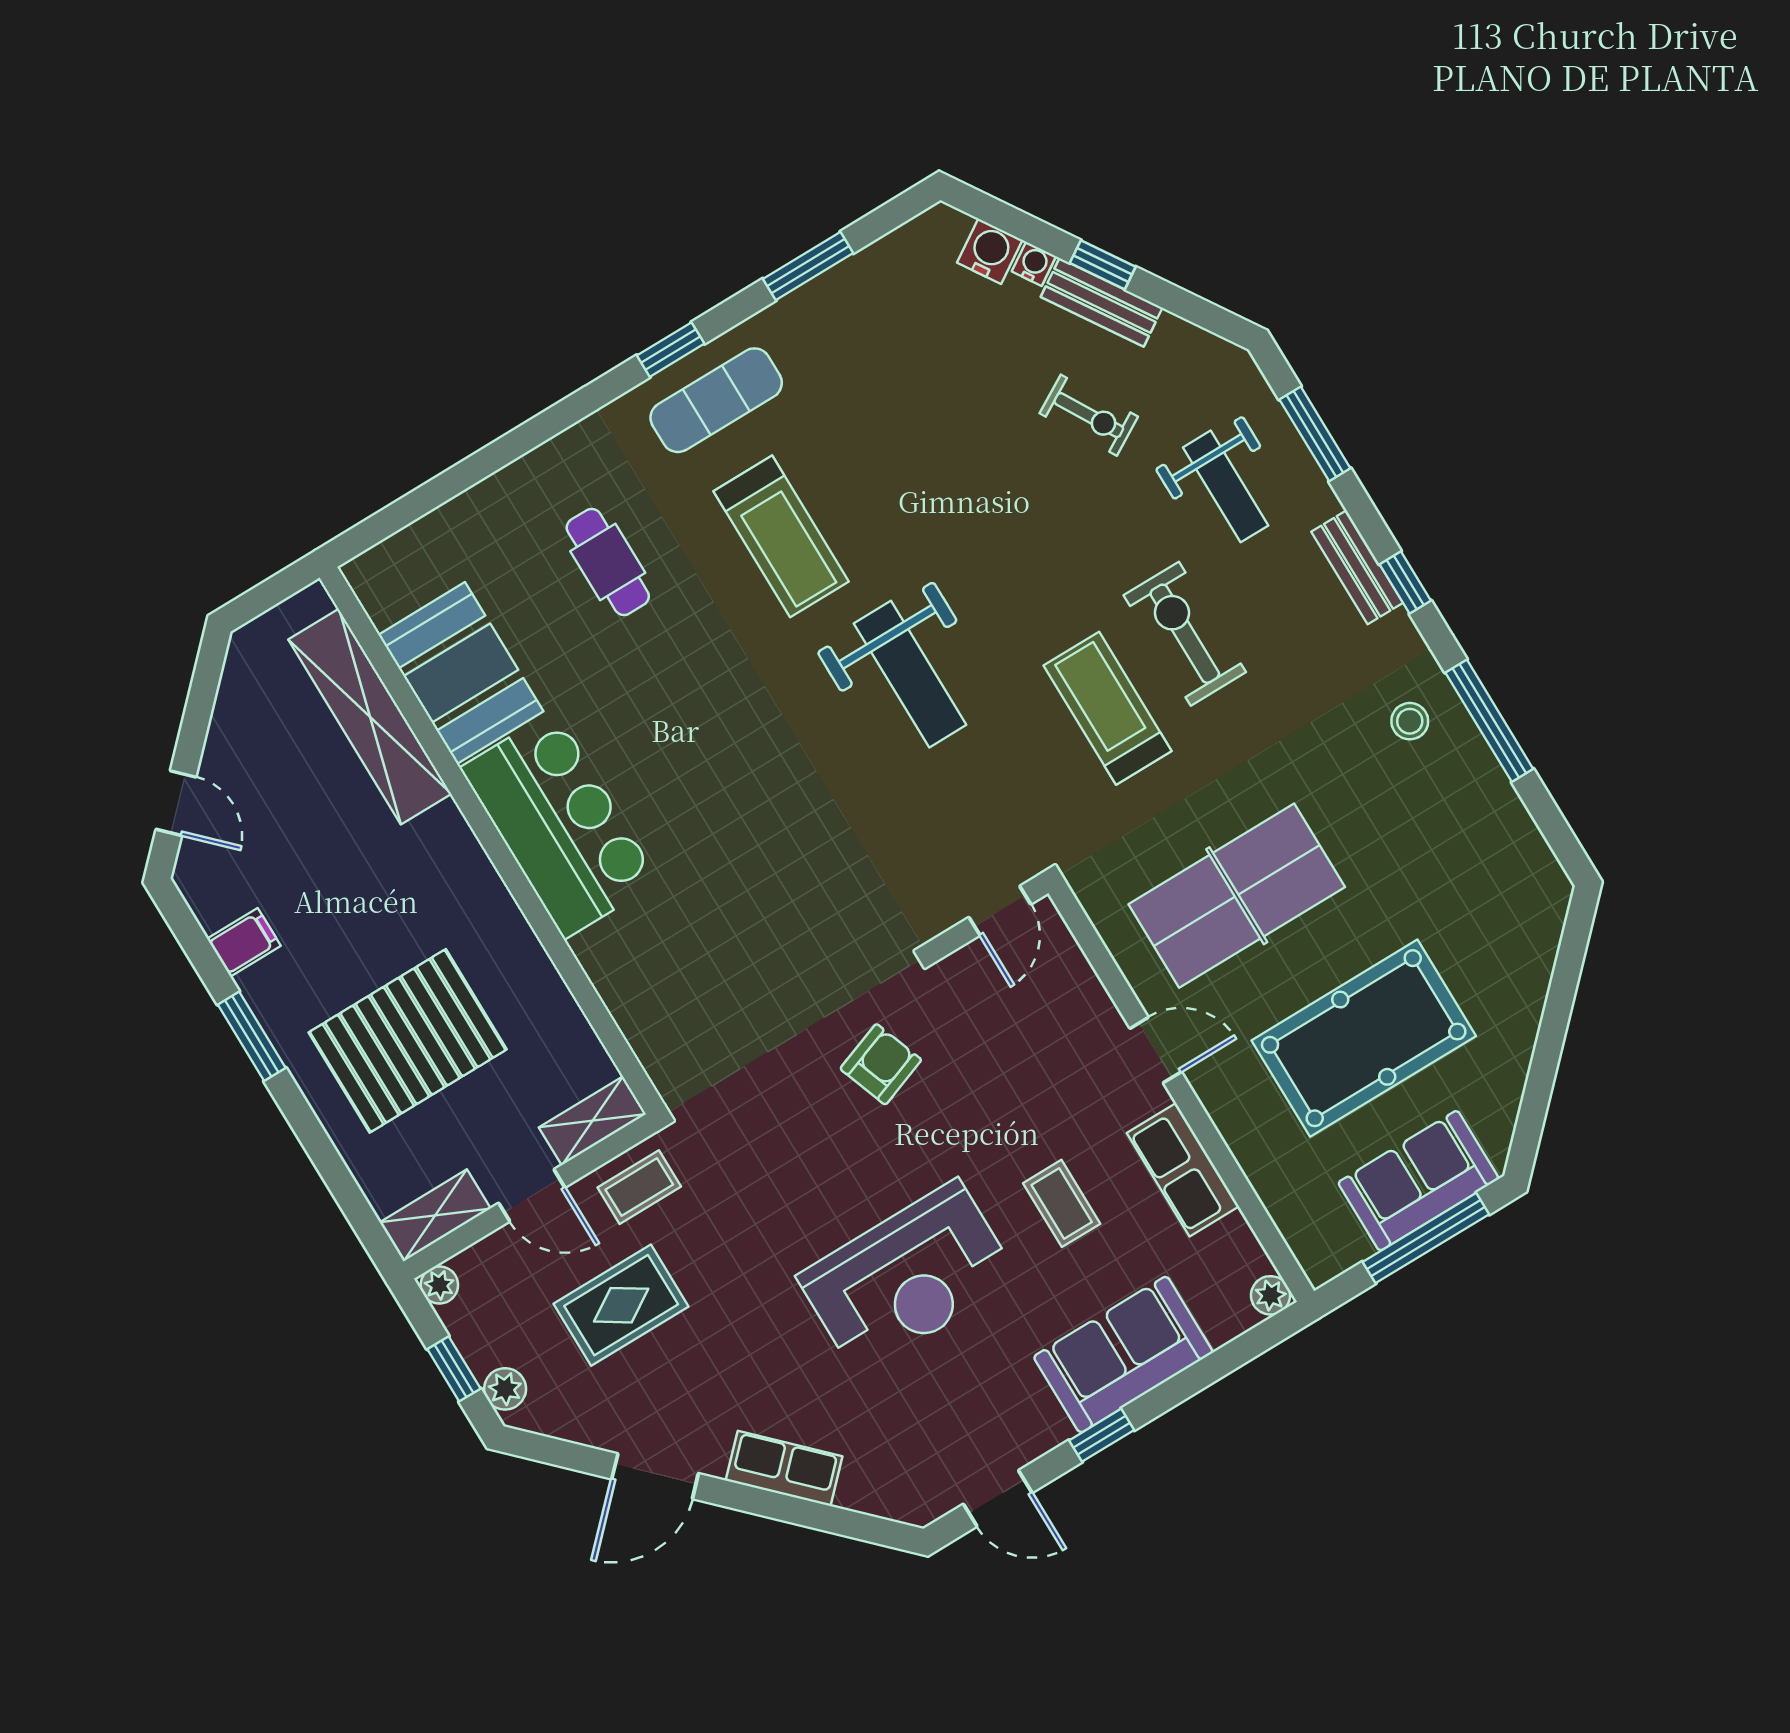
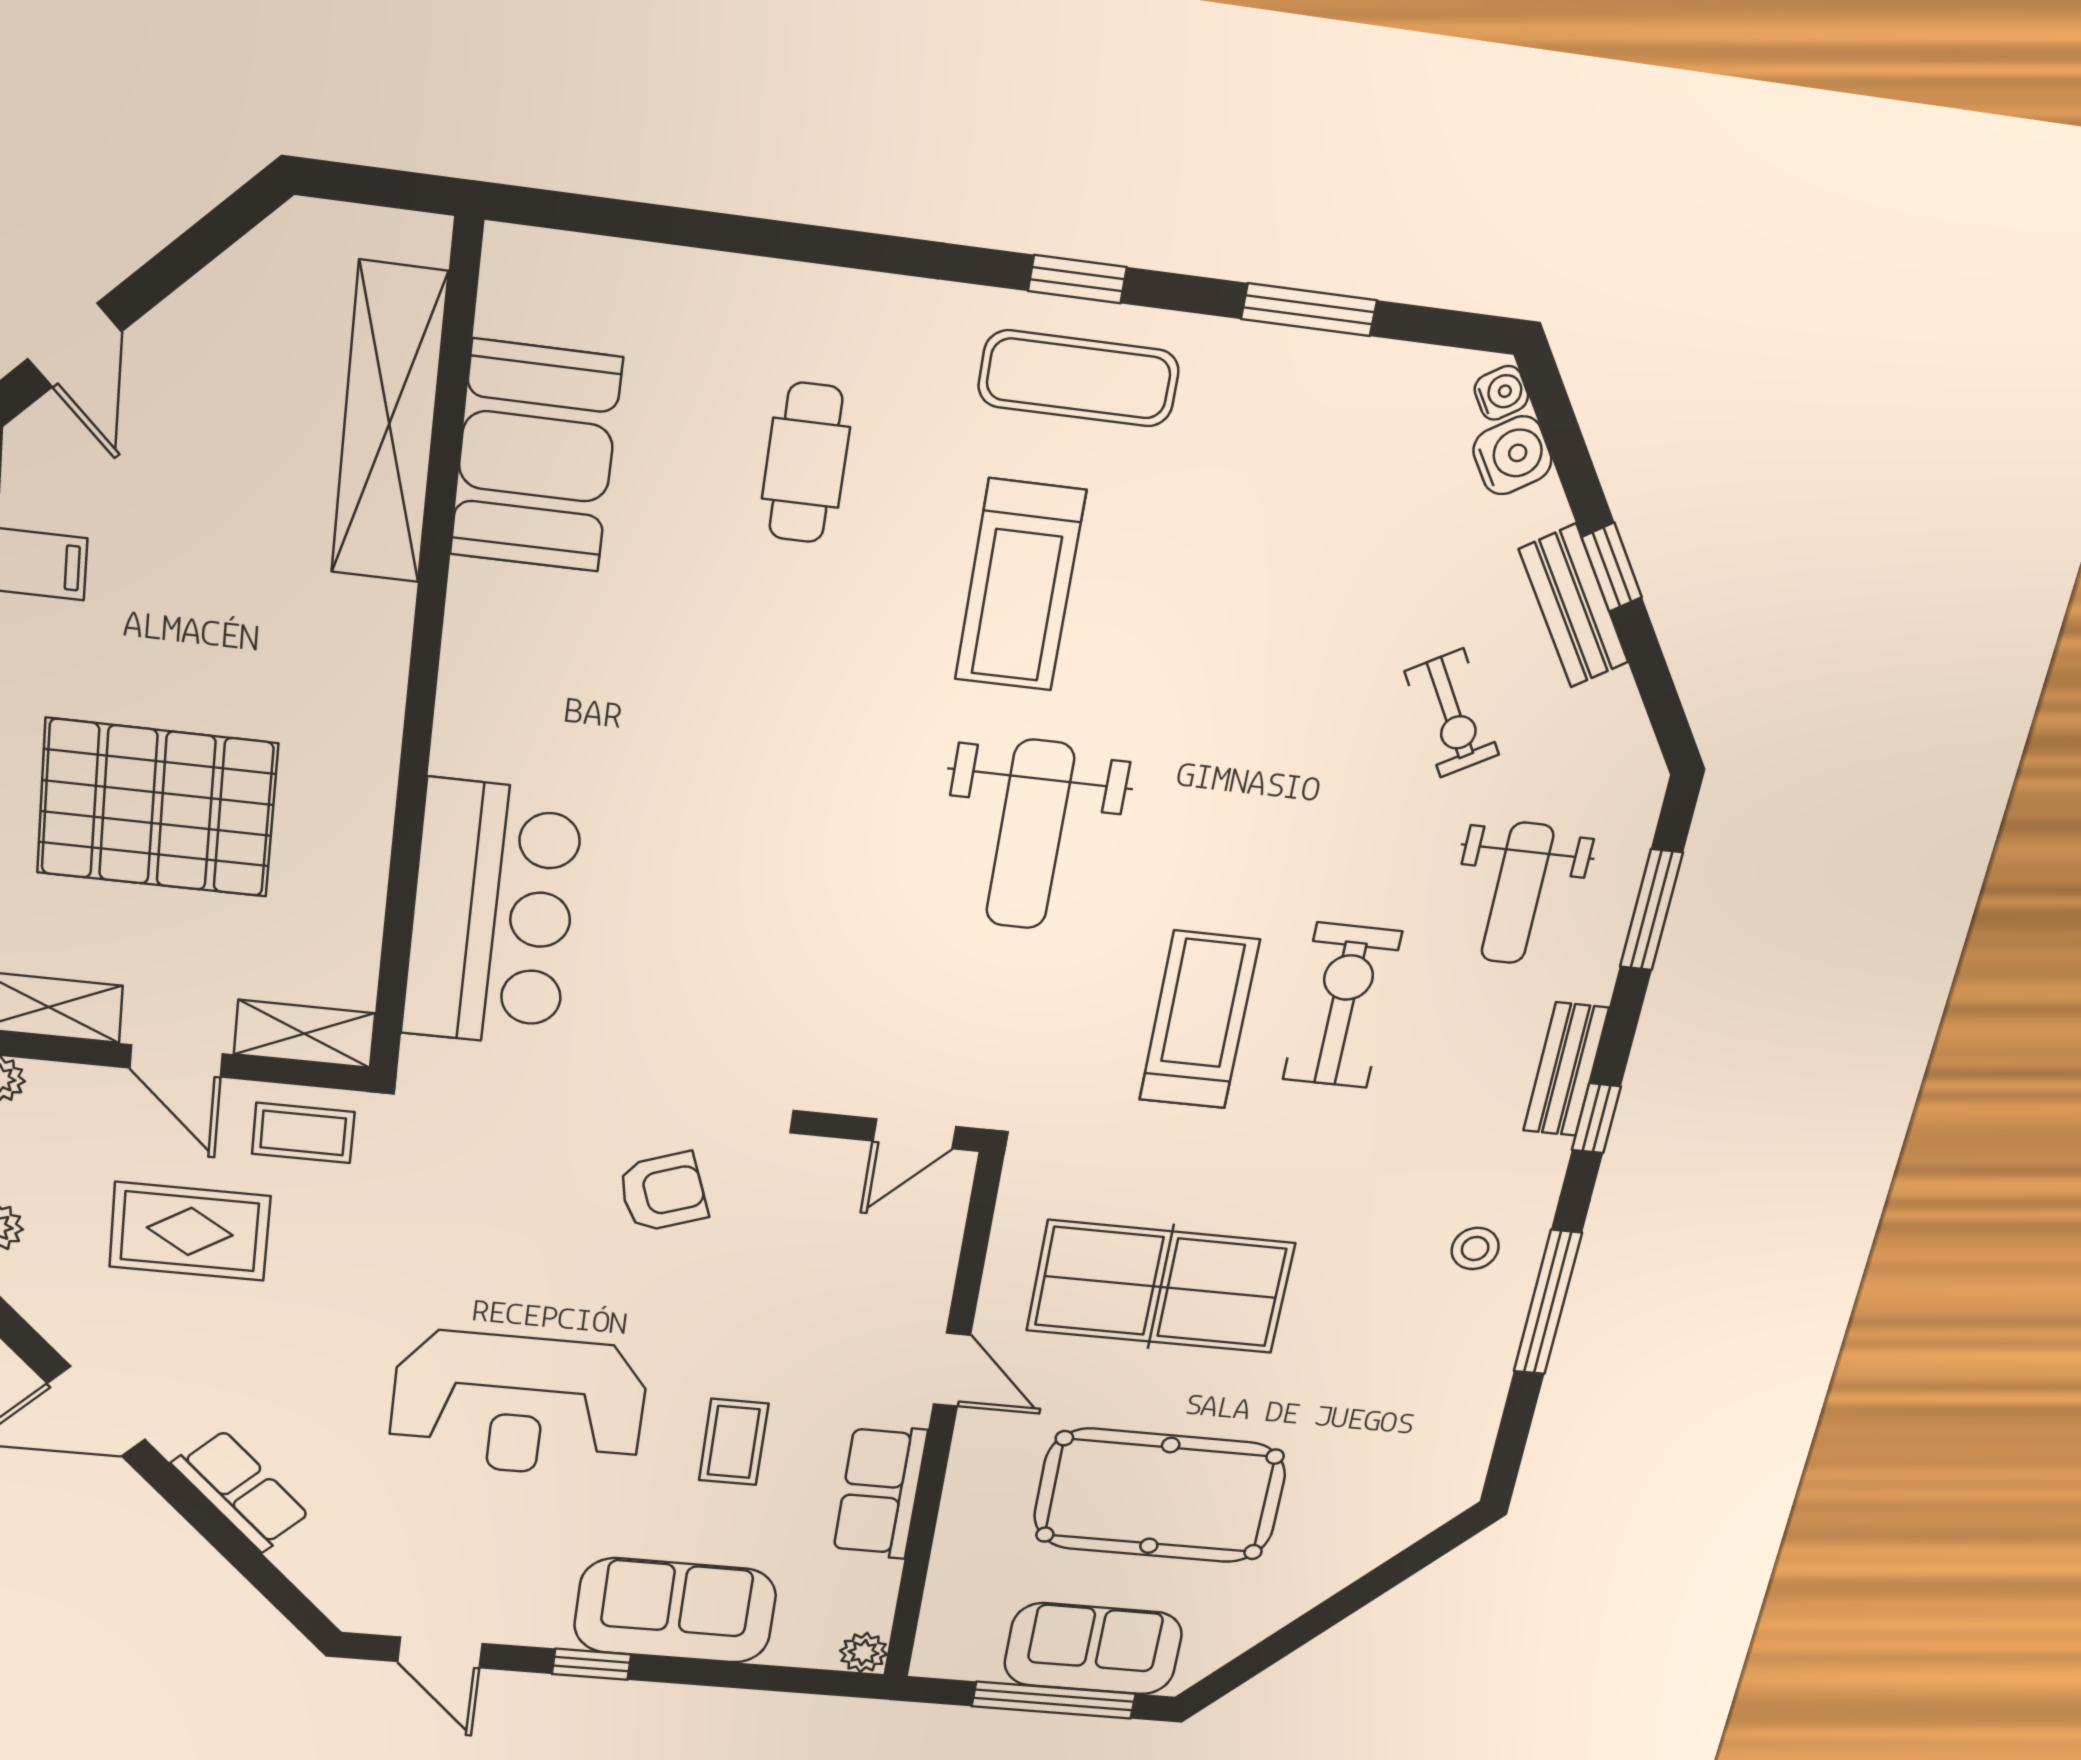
water cooler: (1034, 264) -> (1501, 393), moved
bar counter: (559, 825) -> (492, 915), moved

